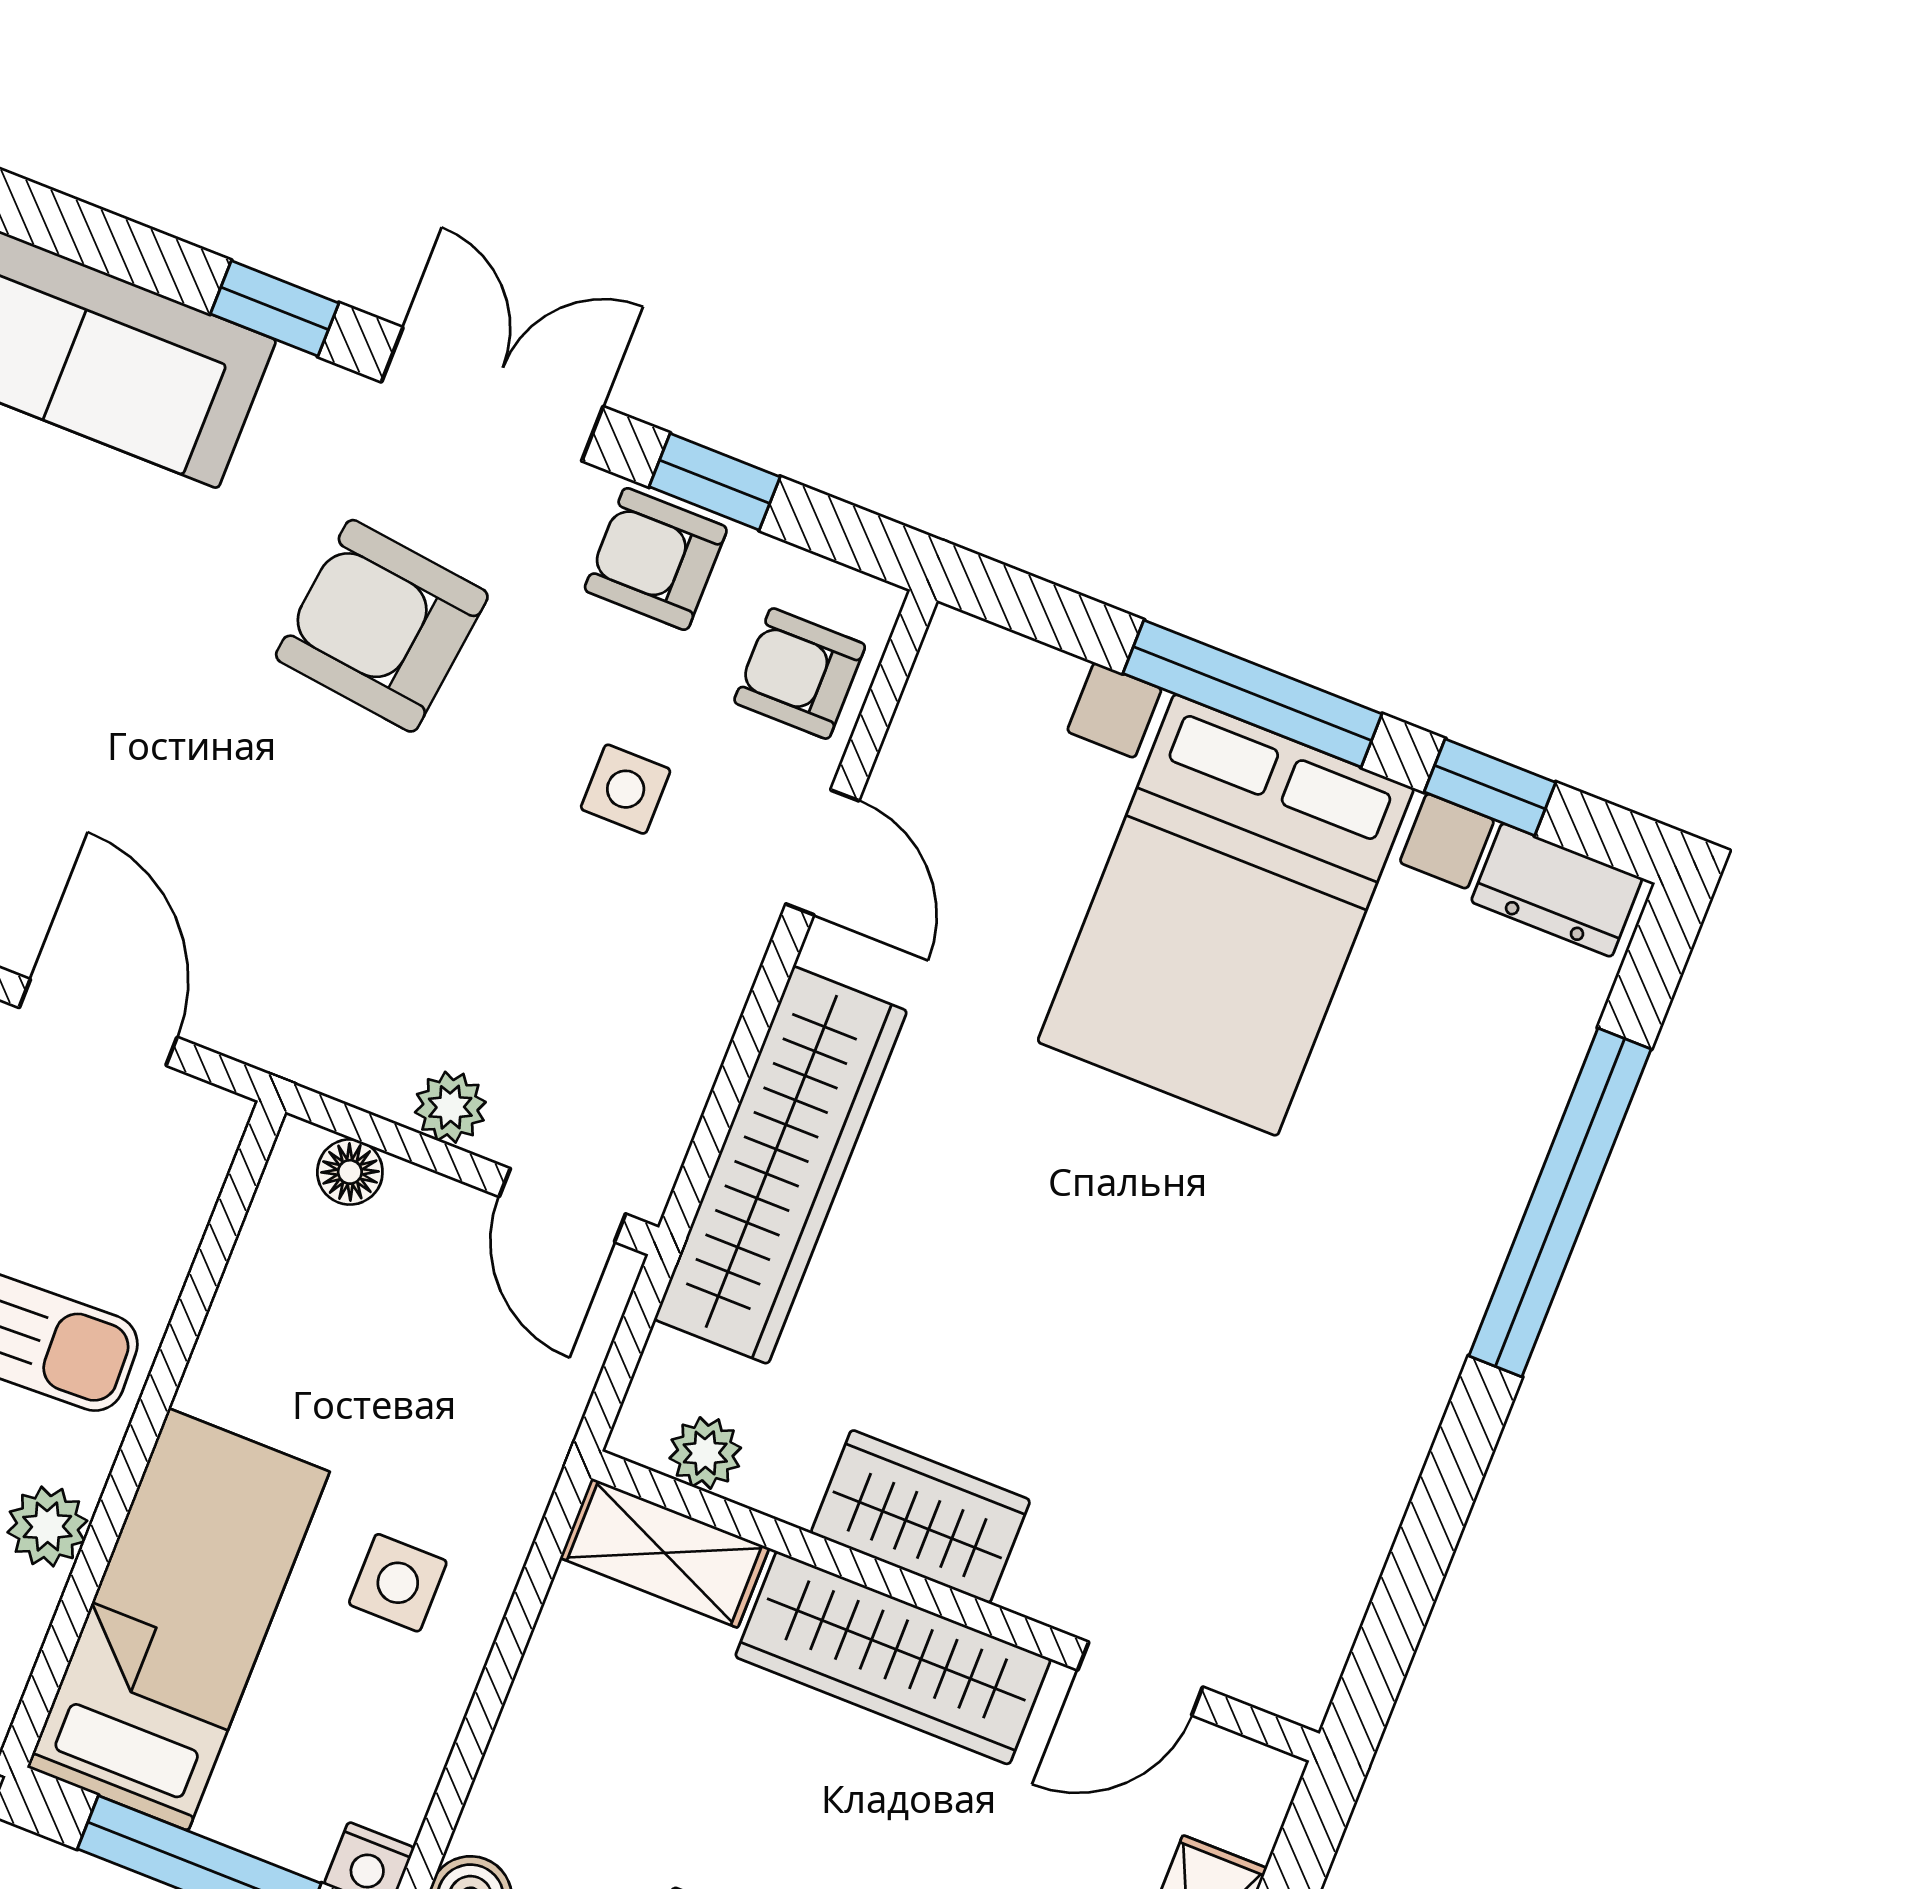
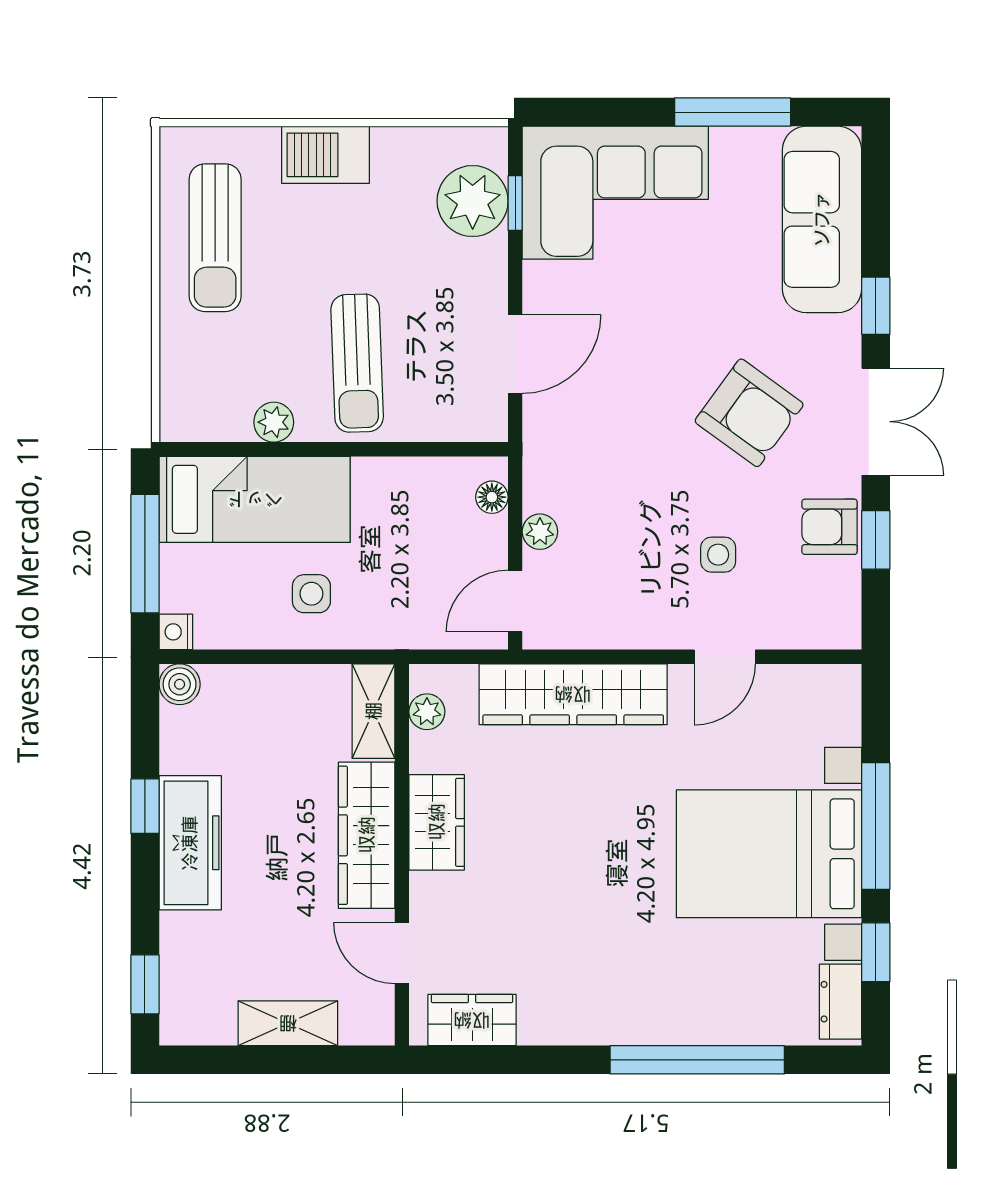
armchair: (656, 559) -> (830, 527), turned -90
armchair: (382, 626) -> (749, 413), turned 119
armchair: (800, 674) -> (803, 614), removed
wardrobe: (1318, 1597) -> (472, 1020), added

